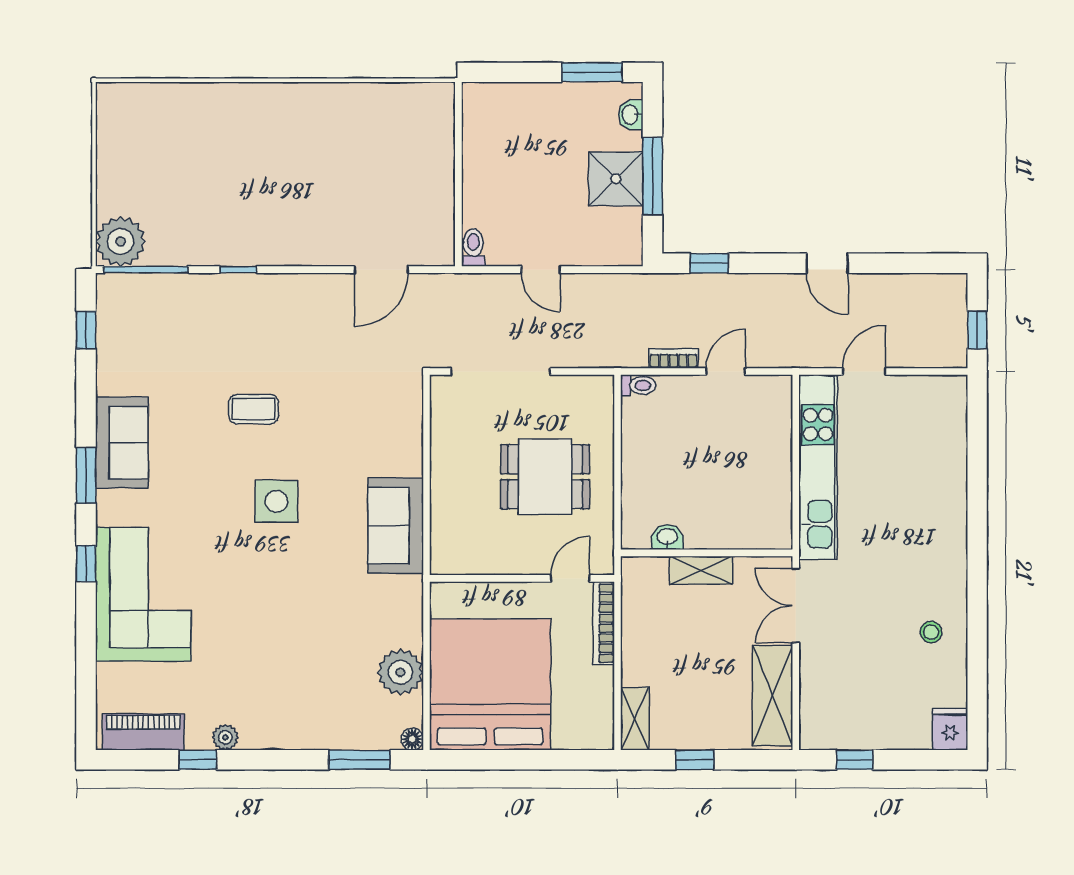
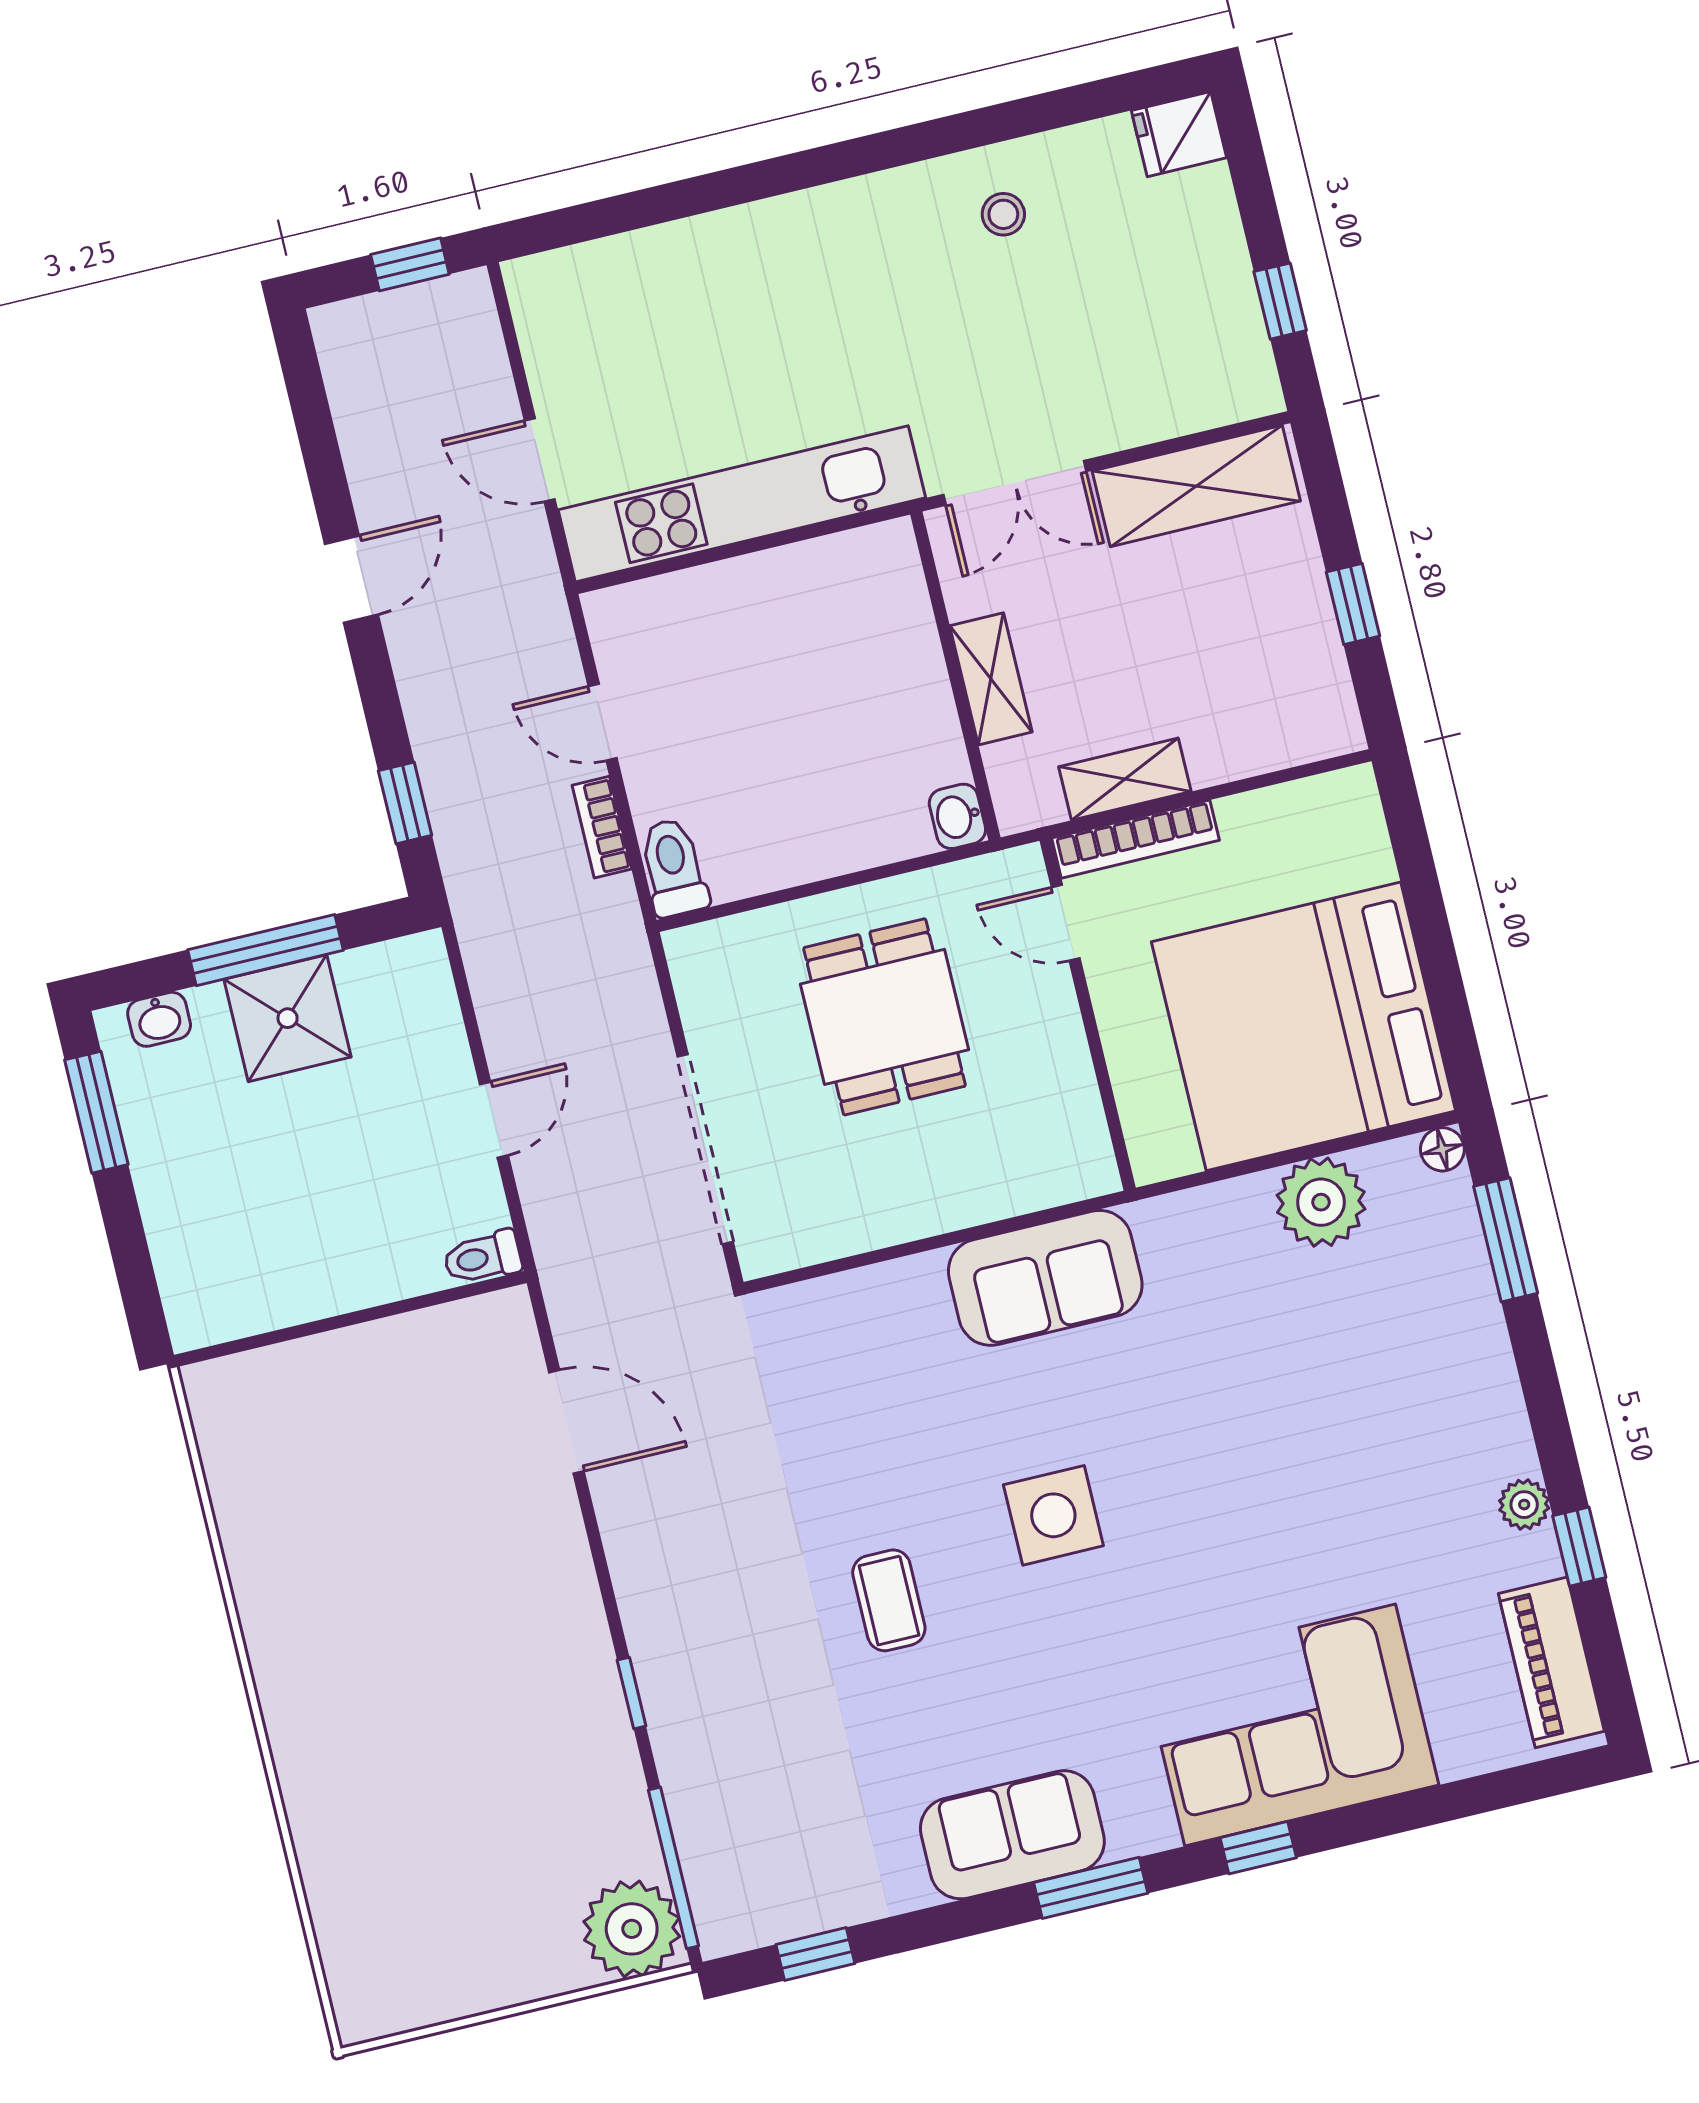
toilet: (638, 385) -> (673, 868), width x1.37, depth x1.39
washbasin: (667, 537) -> (957, 816), moved
shelving: (635, 719) -> (1125, 779), moved

